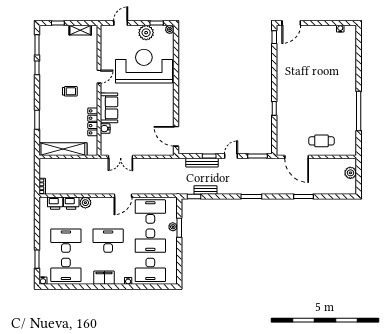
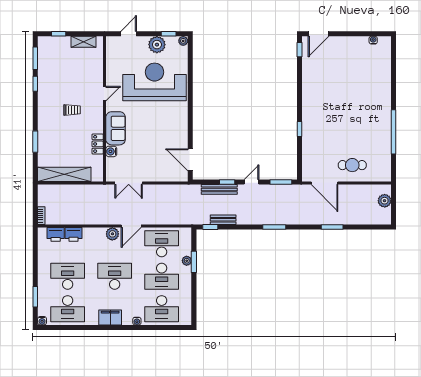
locker: (93, 122) -> (98, 144), width x0.66
plant: (85, 203) -> (112, 234), moved

